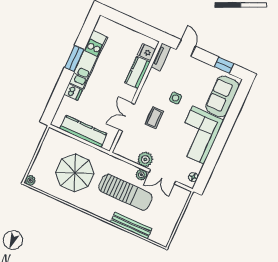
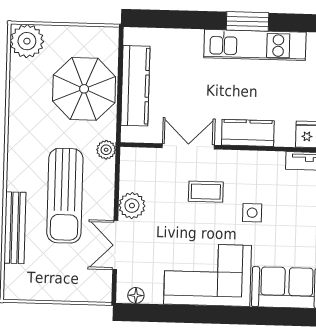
kitchen counter: (138, 72) -> (248, 133), moved
dishwasher: (73, 92) -> (192, 42), removed
parasol: (75, 173) -> (84, 89), moved
plant: (141, 175) -> (106, 150), moved
plant: (30, 180) -> (27, 41), width x1.88, depth x1.88

